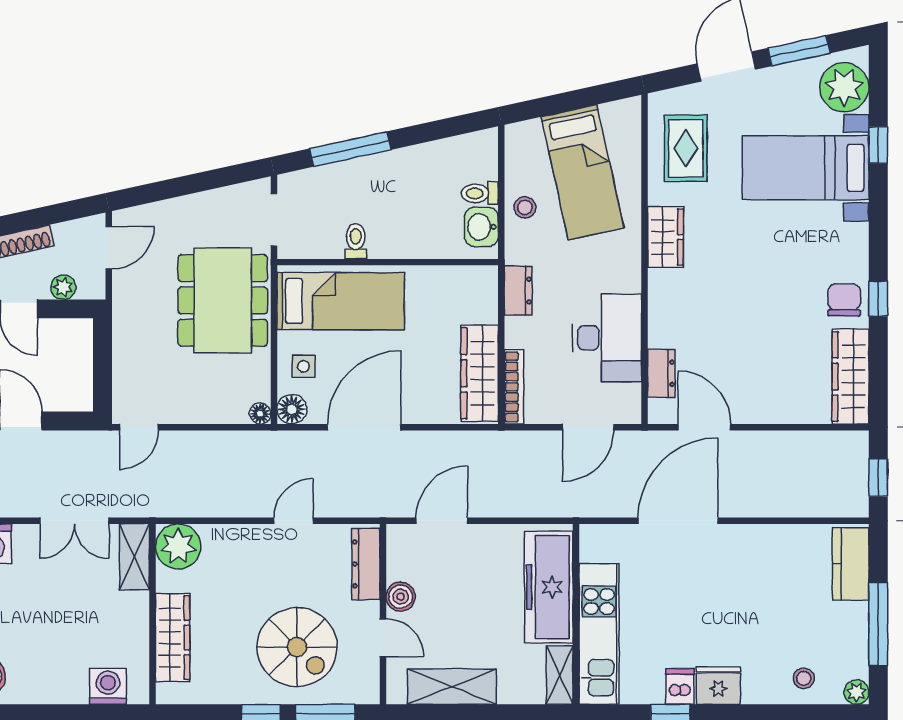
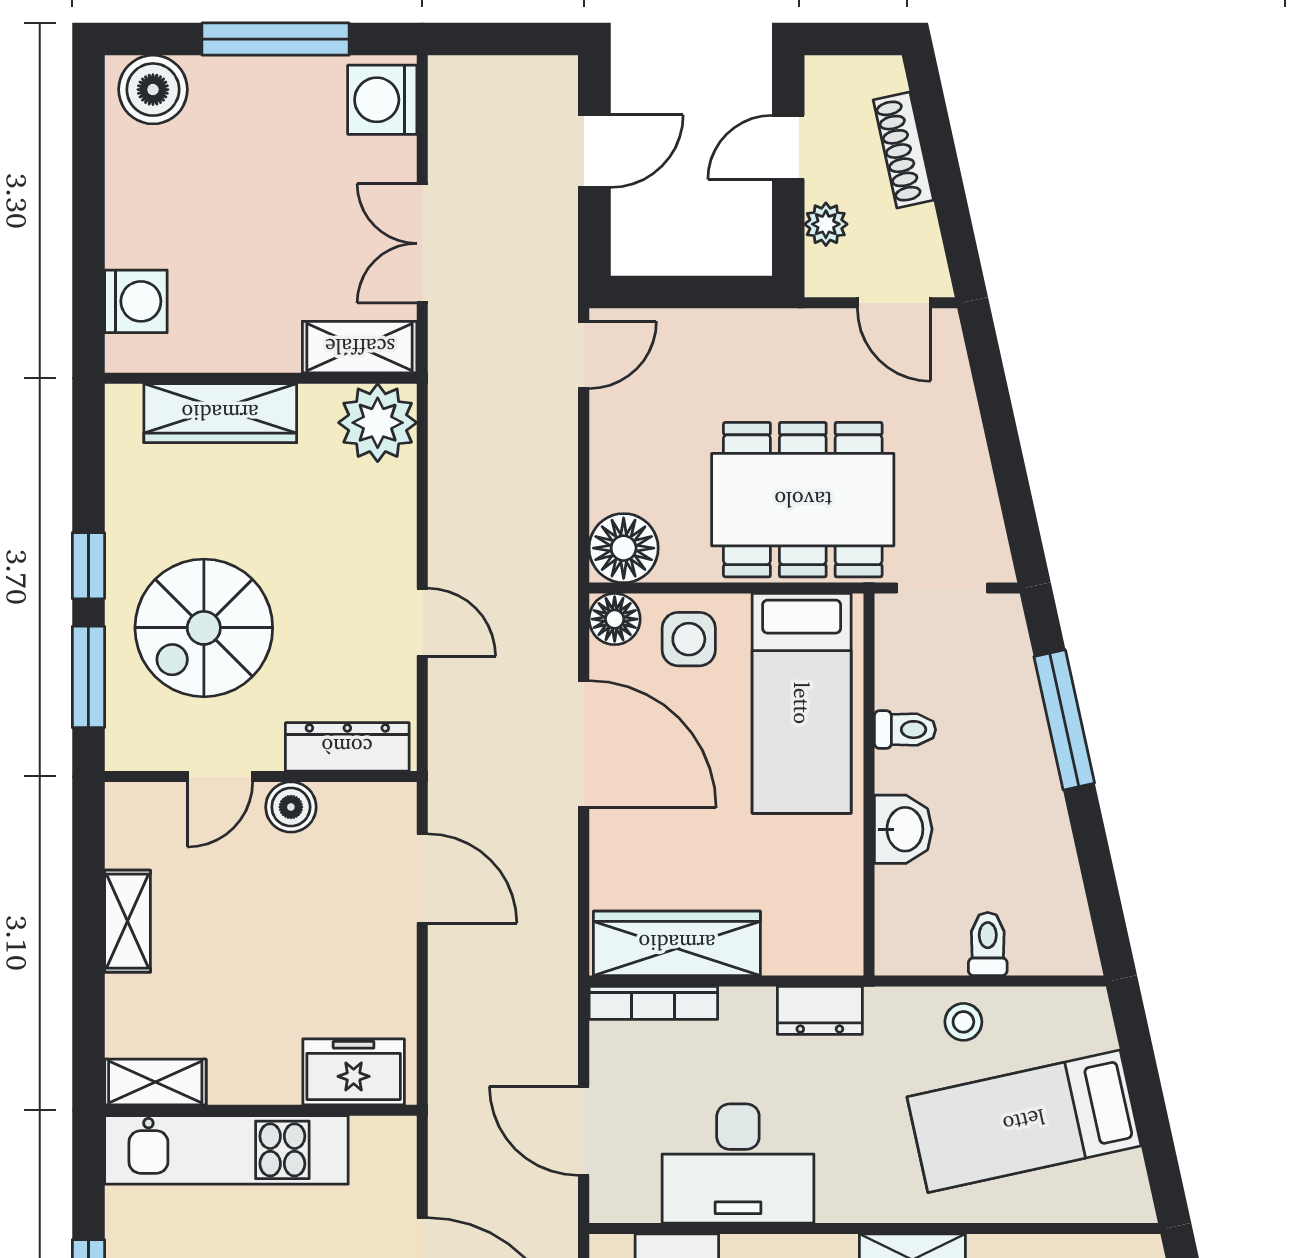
washbasin: (481, 227) -> (903, 829), moved, turned 90
side table: (303, 366) -> (689, 639), width x1.37, depth x1.37
floor lamp: (260, 413) -> (624, 548), width x1.89, depth x1.89
door: (139, 427) -> (584, 355), swing flipped
freezer: (549, 587) -> (354, 1072), width x0.52, depth x0.79
shelving: (452, 687) -> (128, 921), width x0.67, depth x0.75

